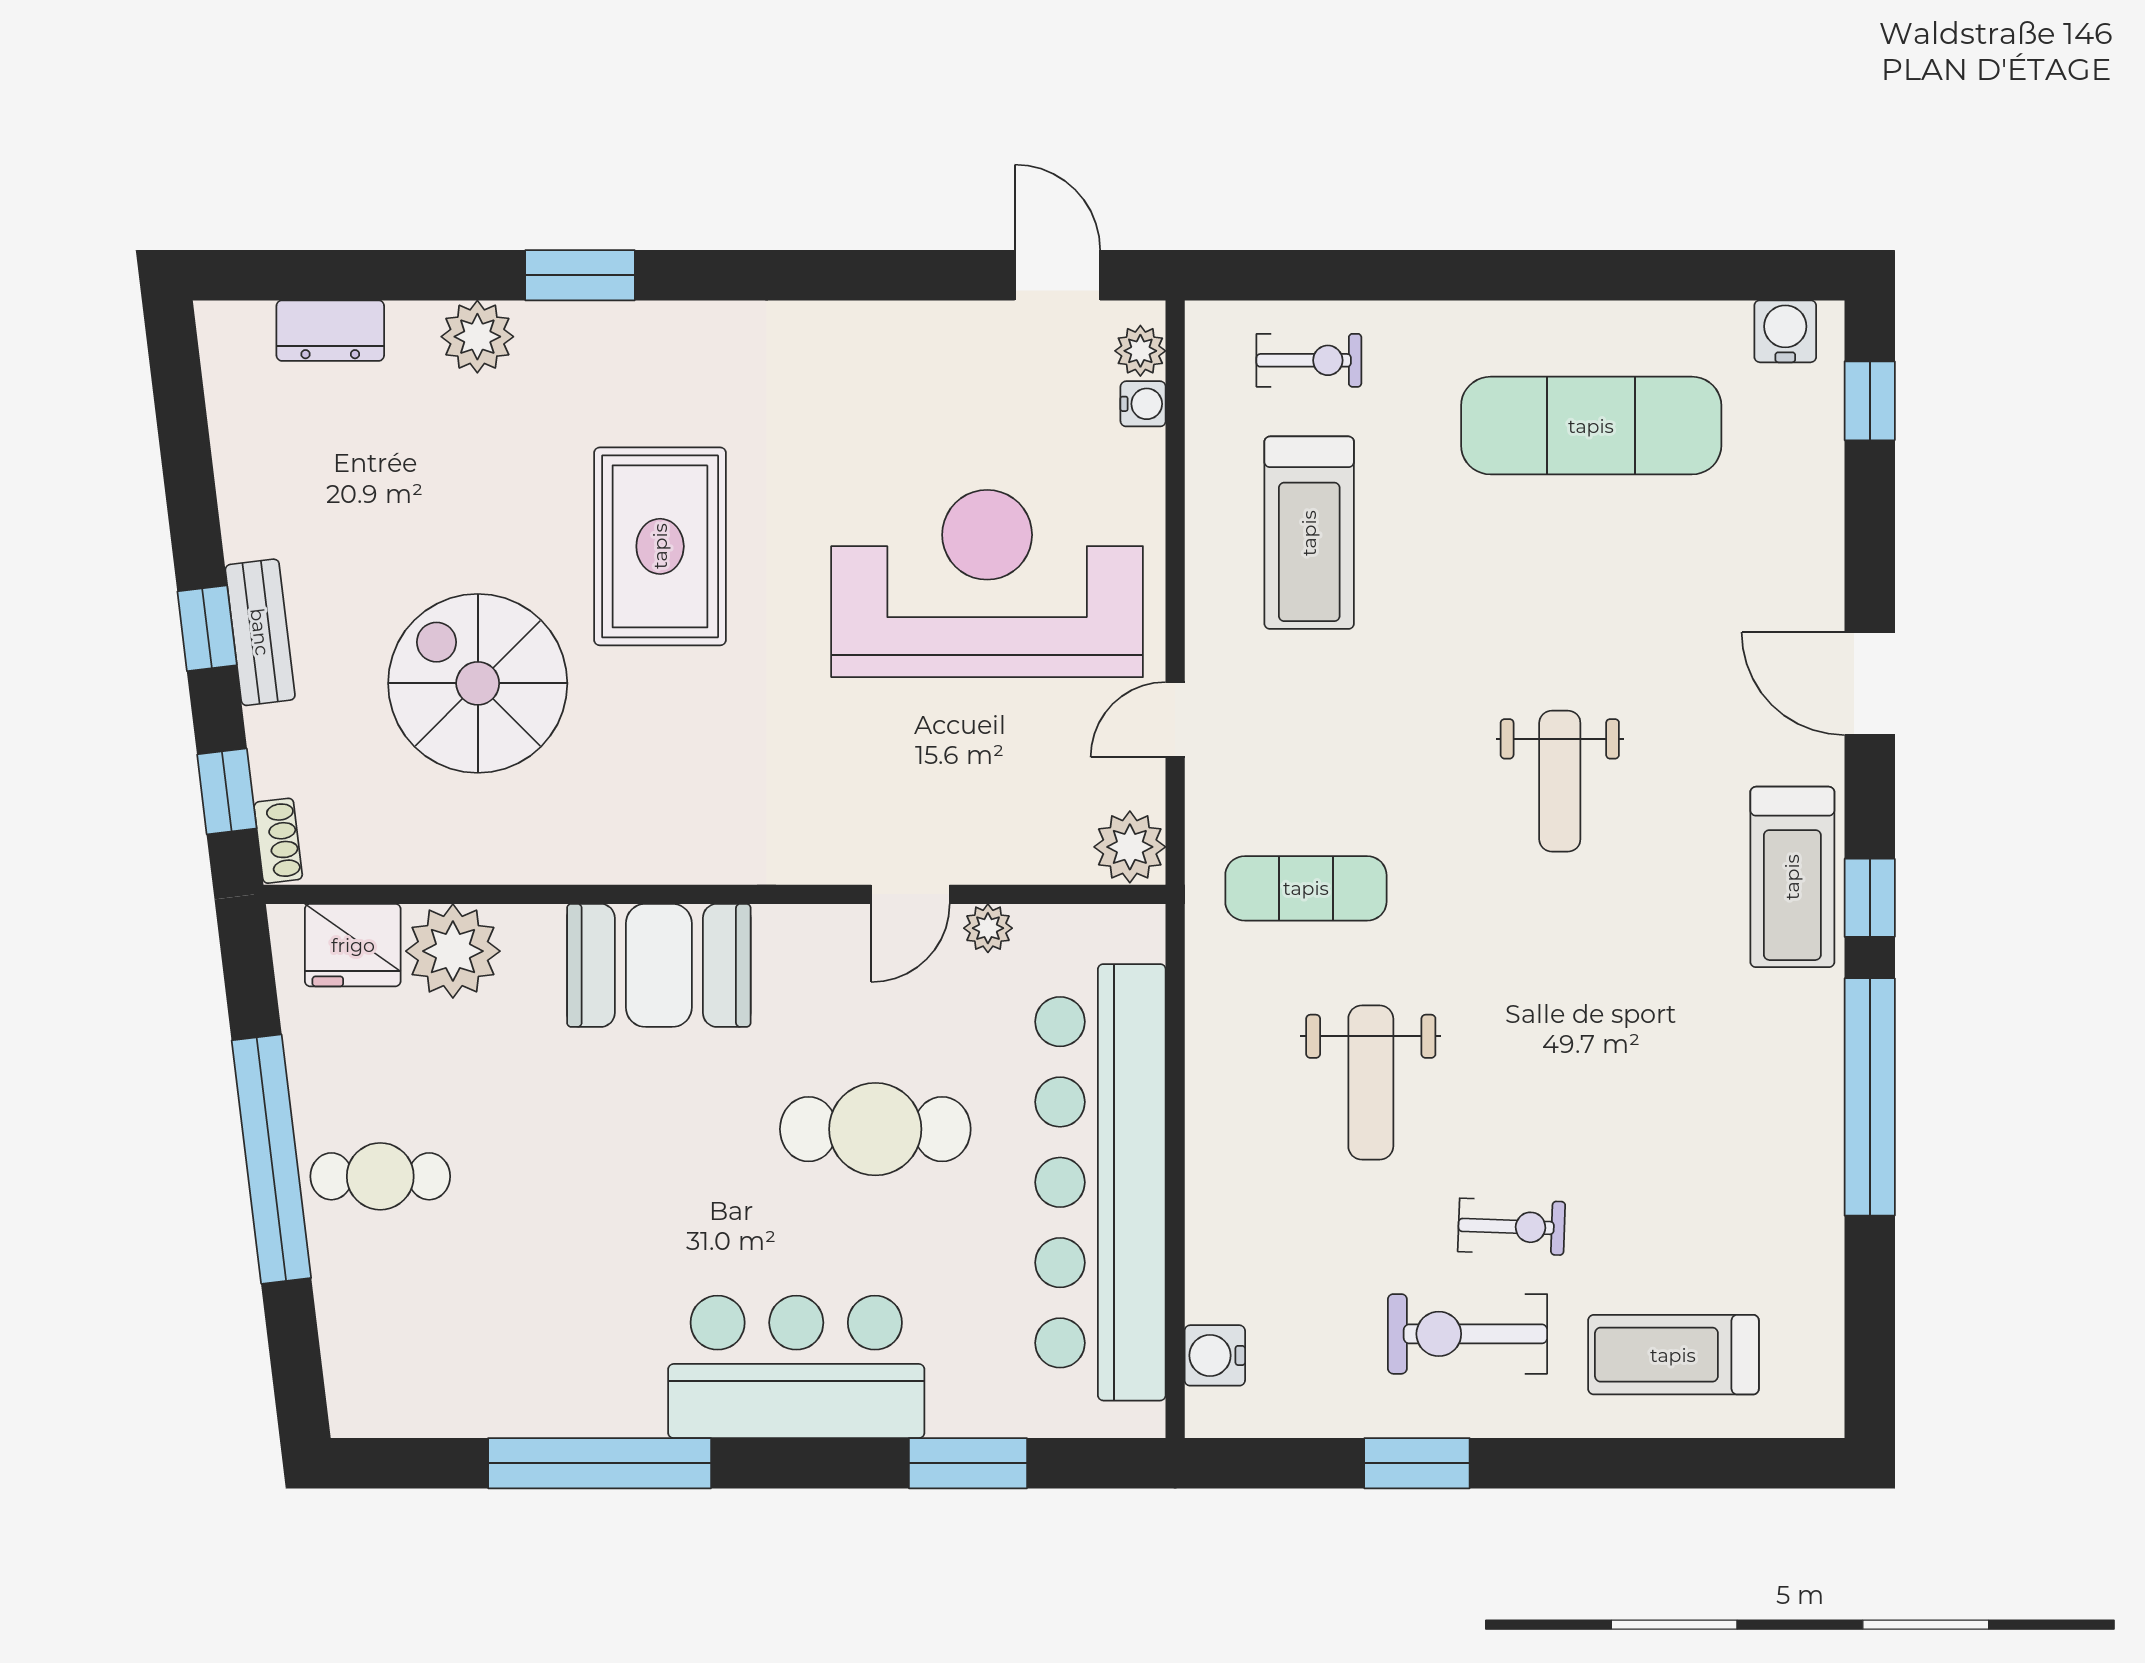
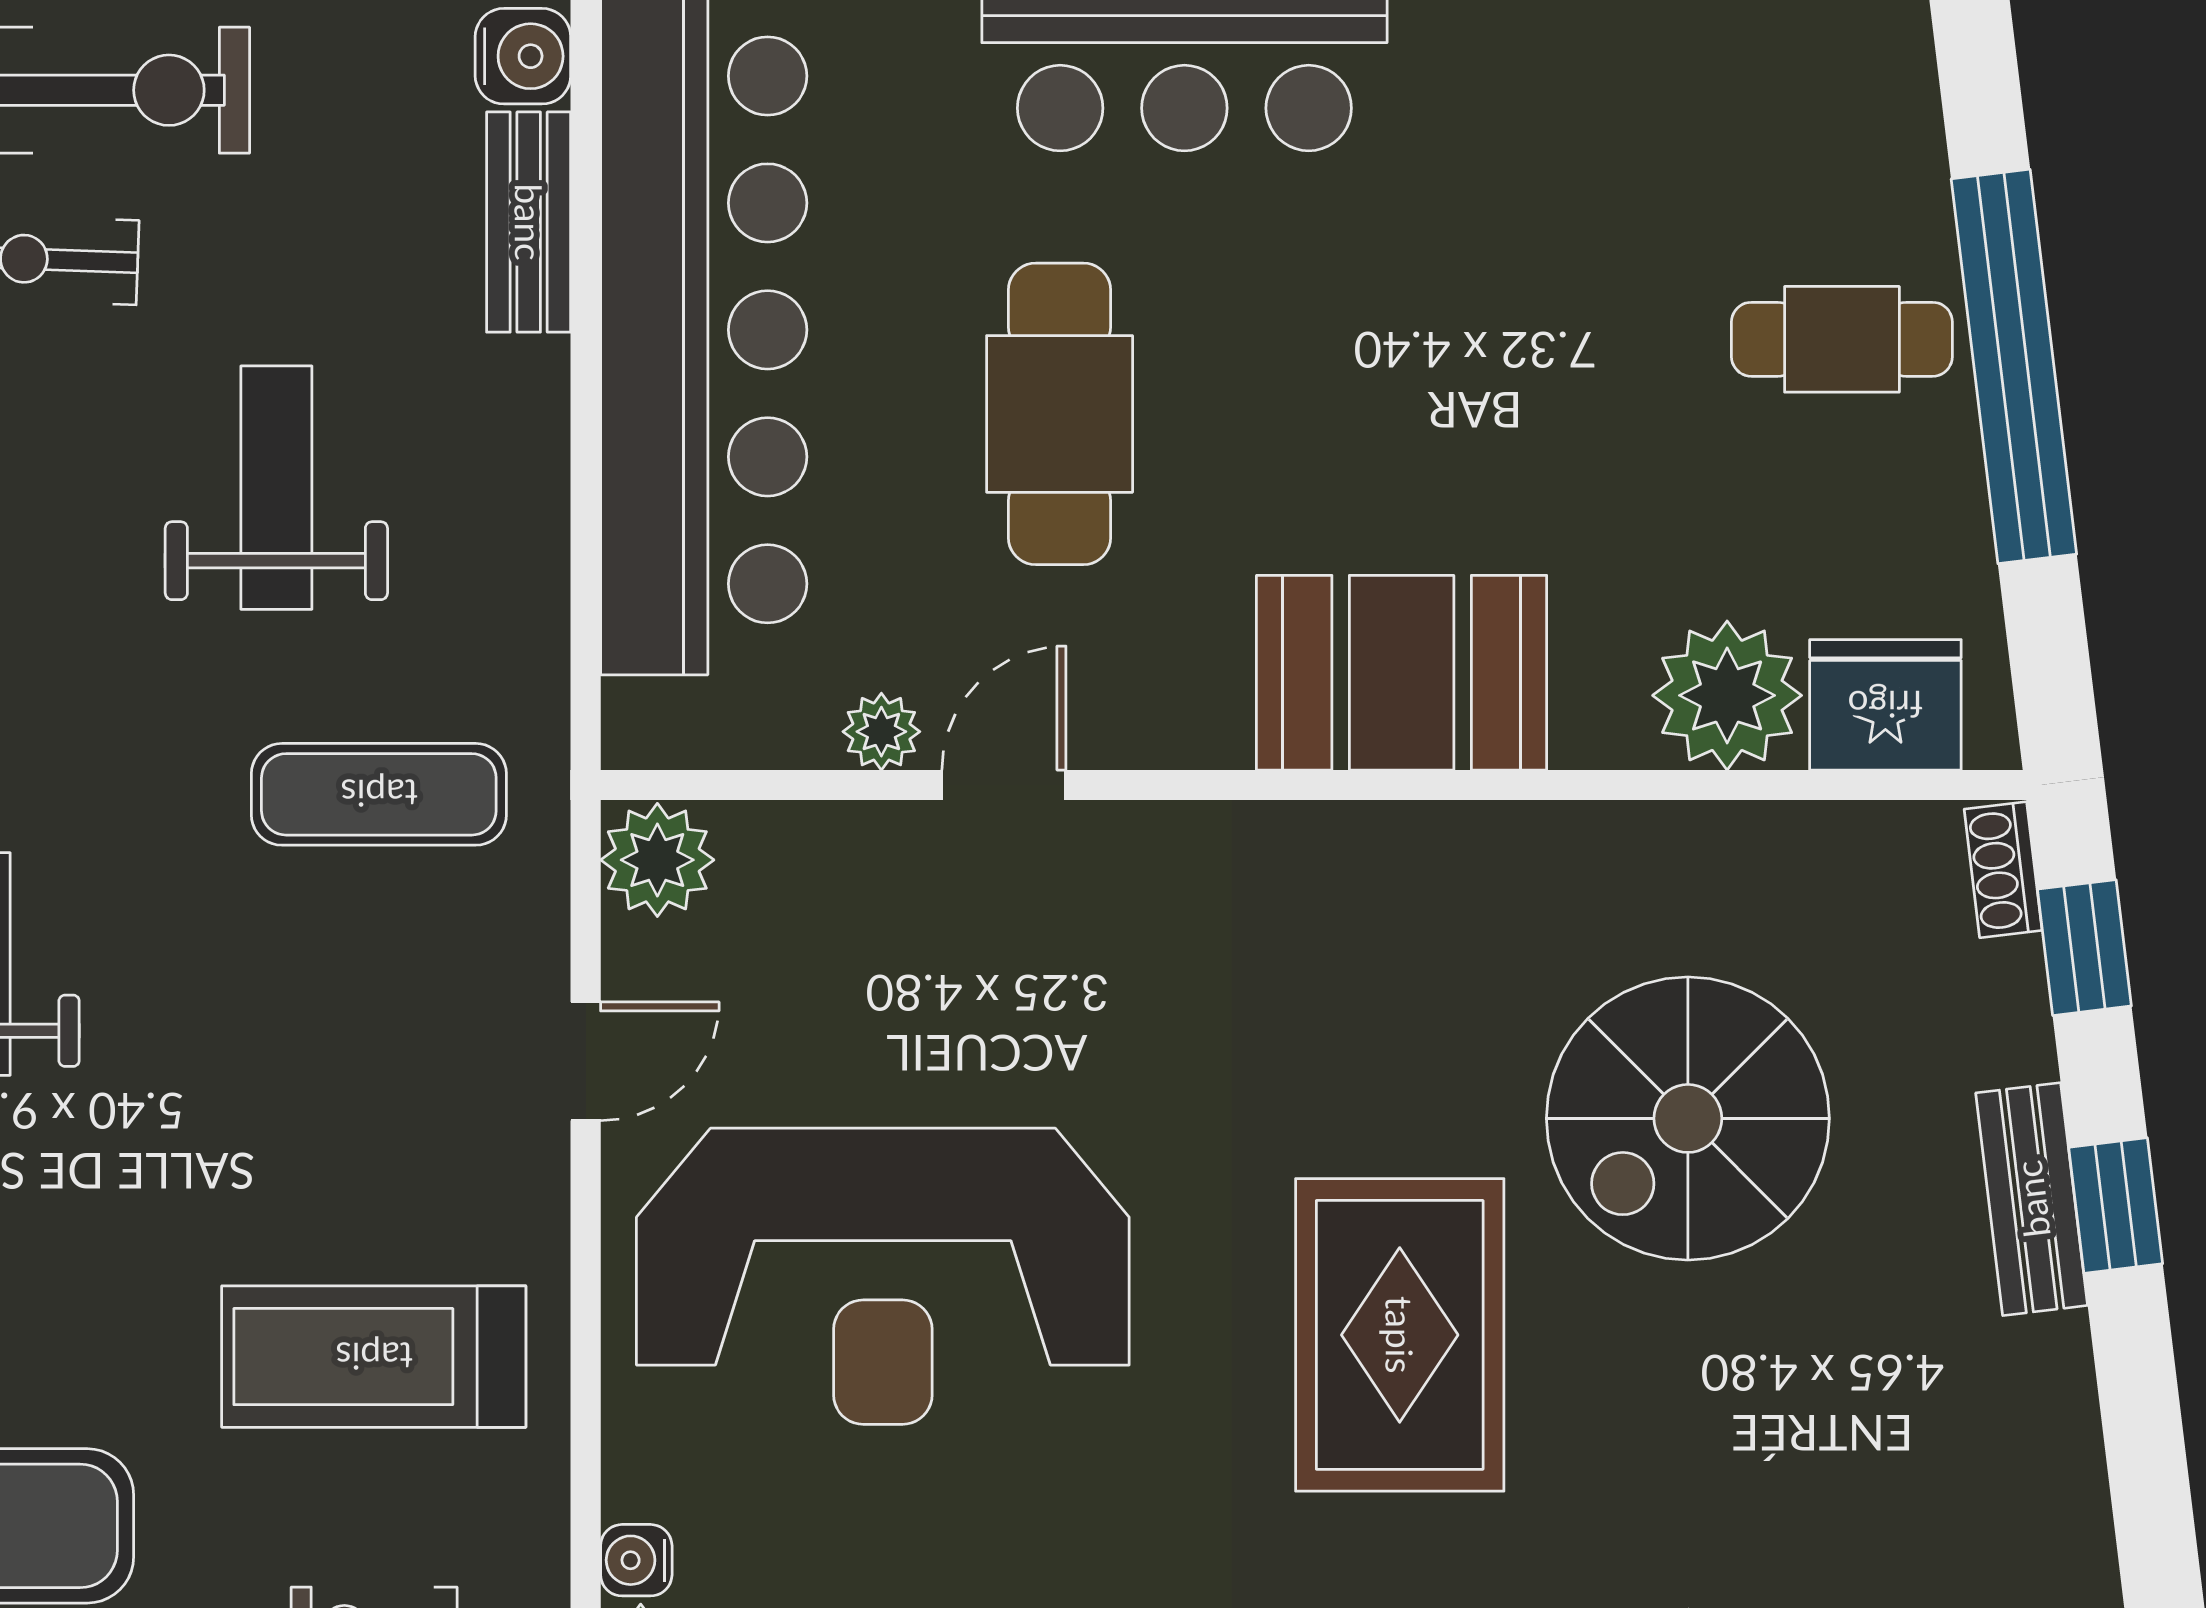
treadmill: (1309, 533) -> (374, 1357), turned -90
spiral stairs: (478, 683) -> (1688, 1118), turned 90
cafe table: (875, 1129) -> (1060, 414), turned 90
bench: (1211, 1250) -> (529, 222), added

